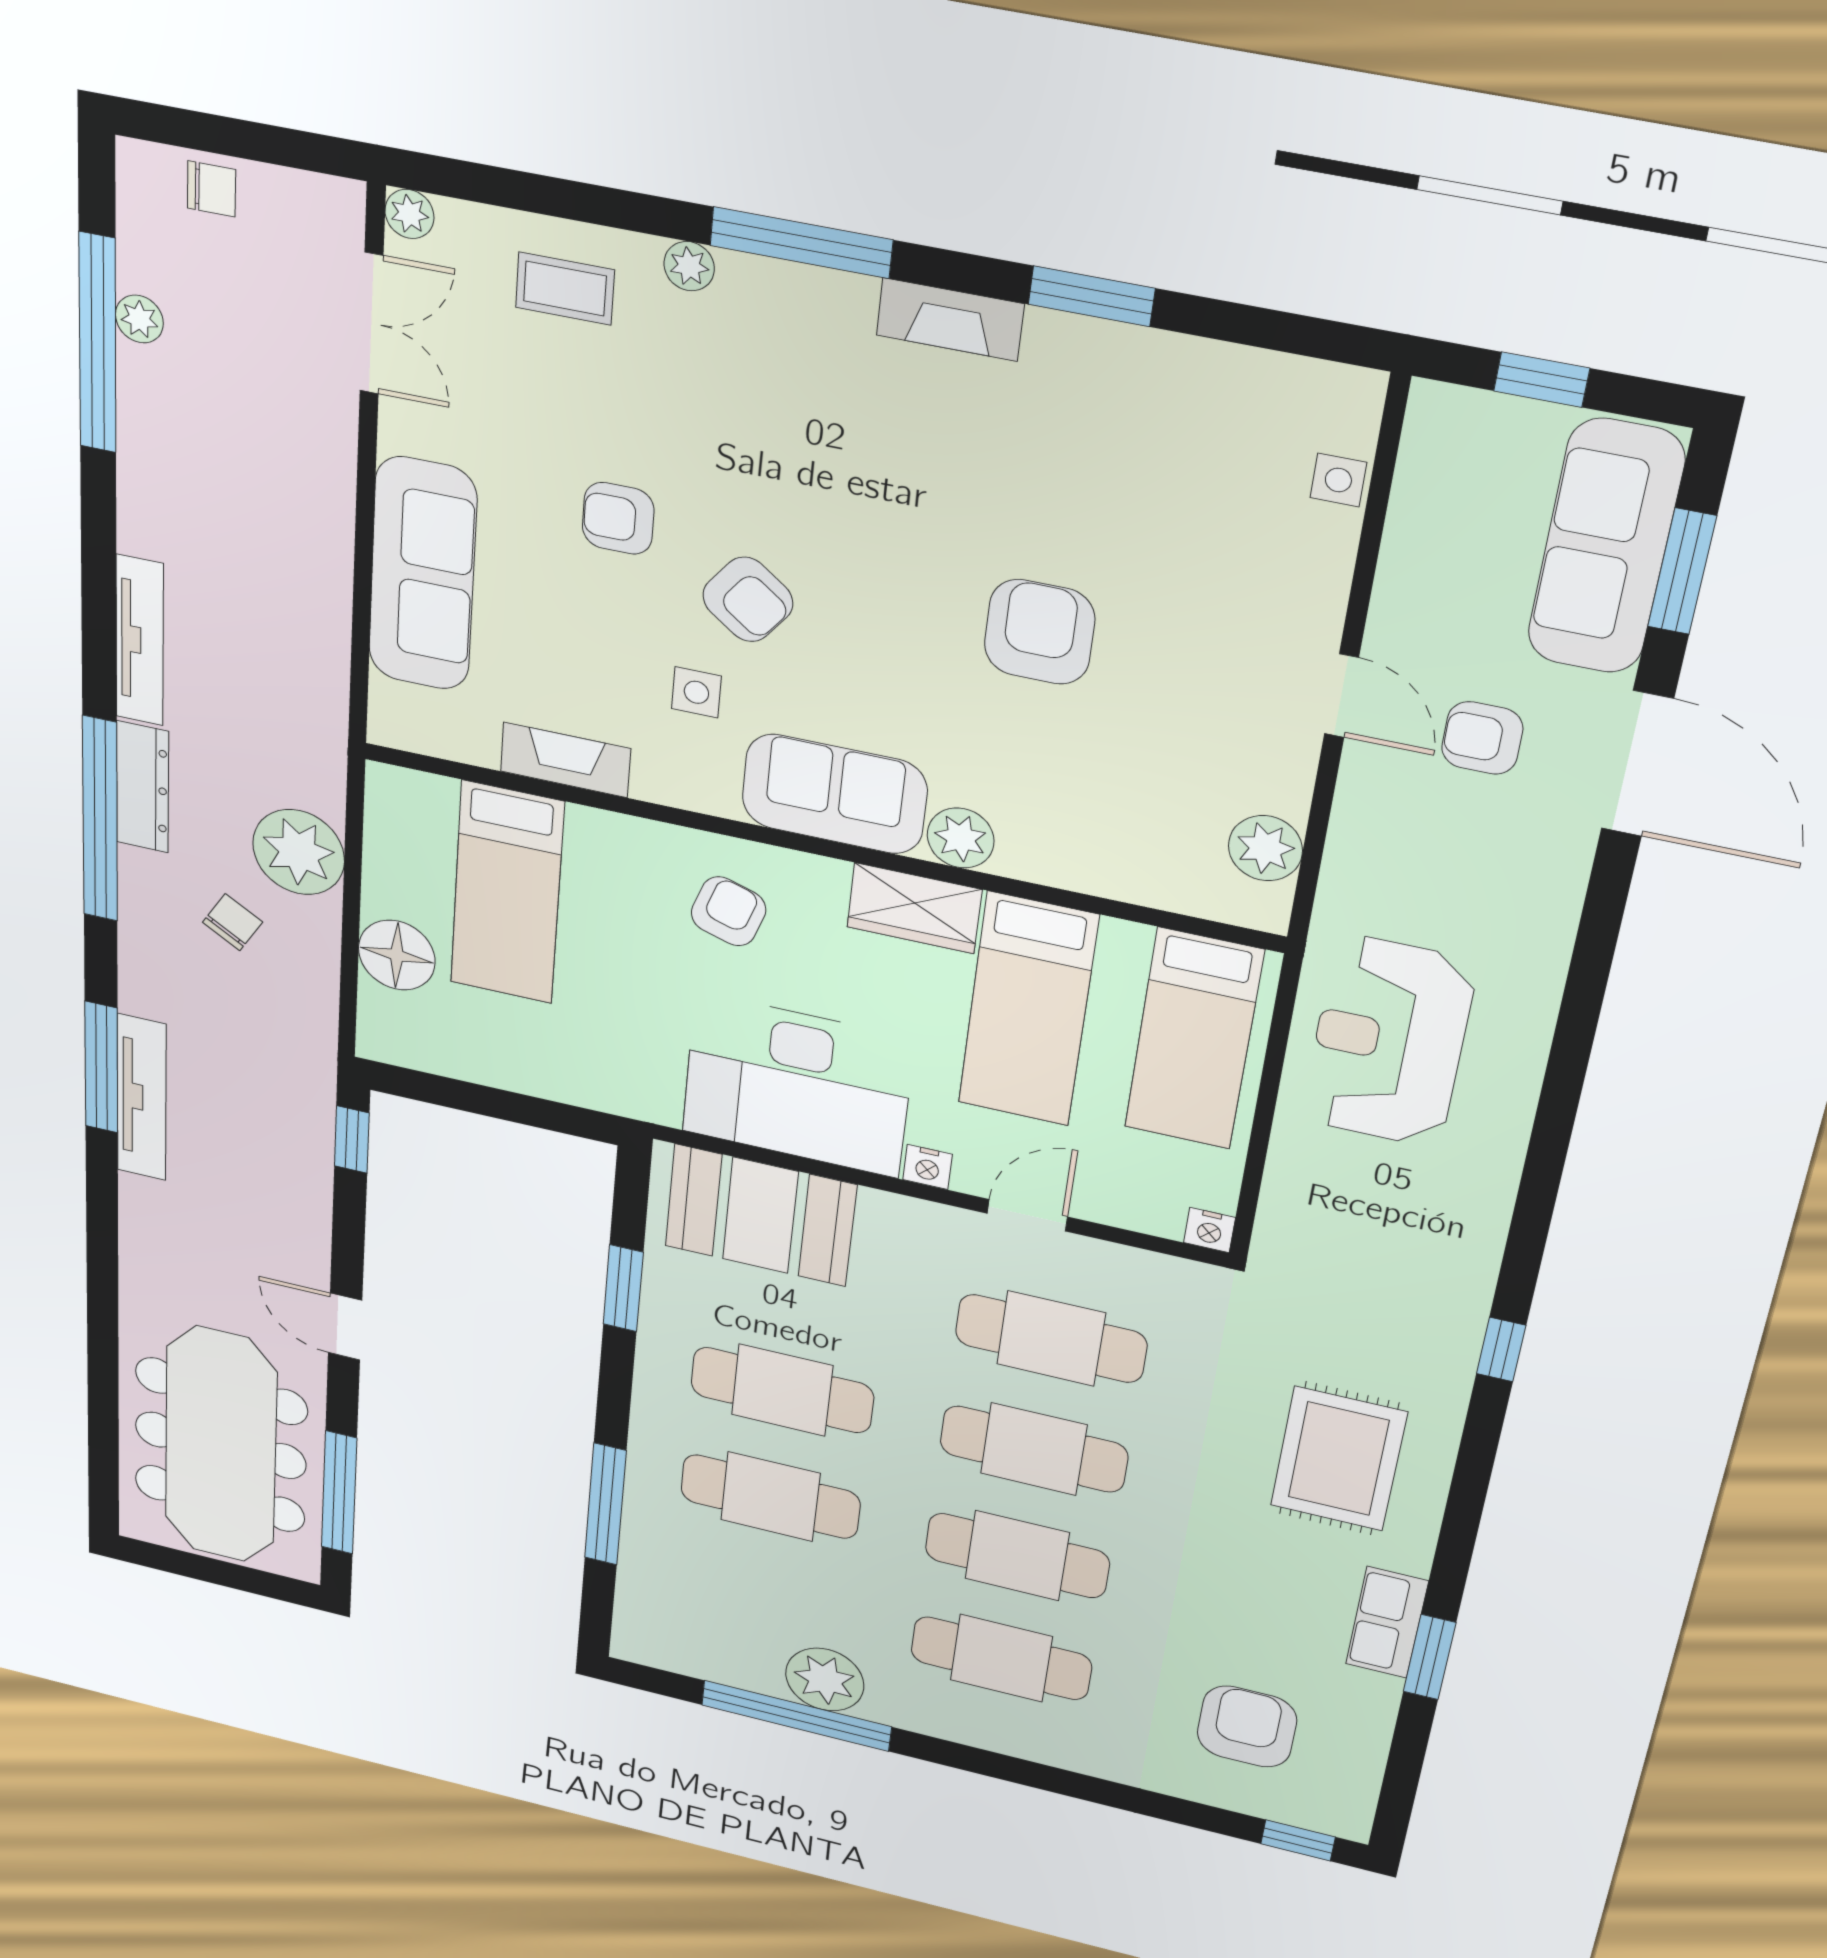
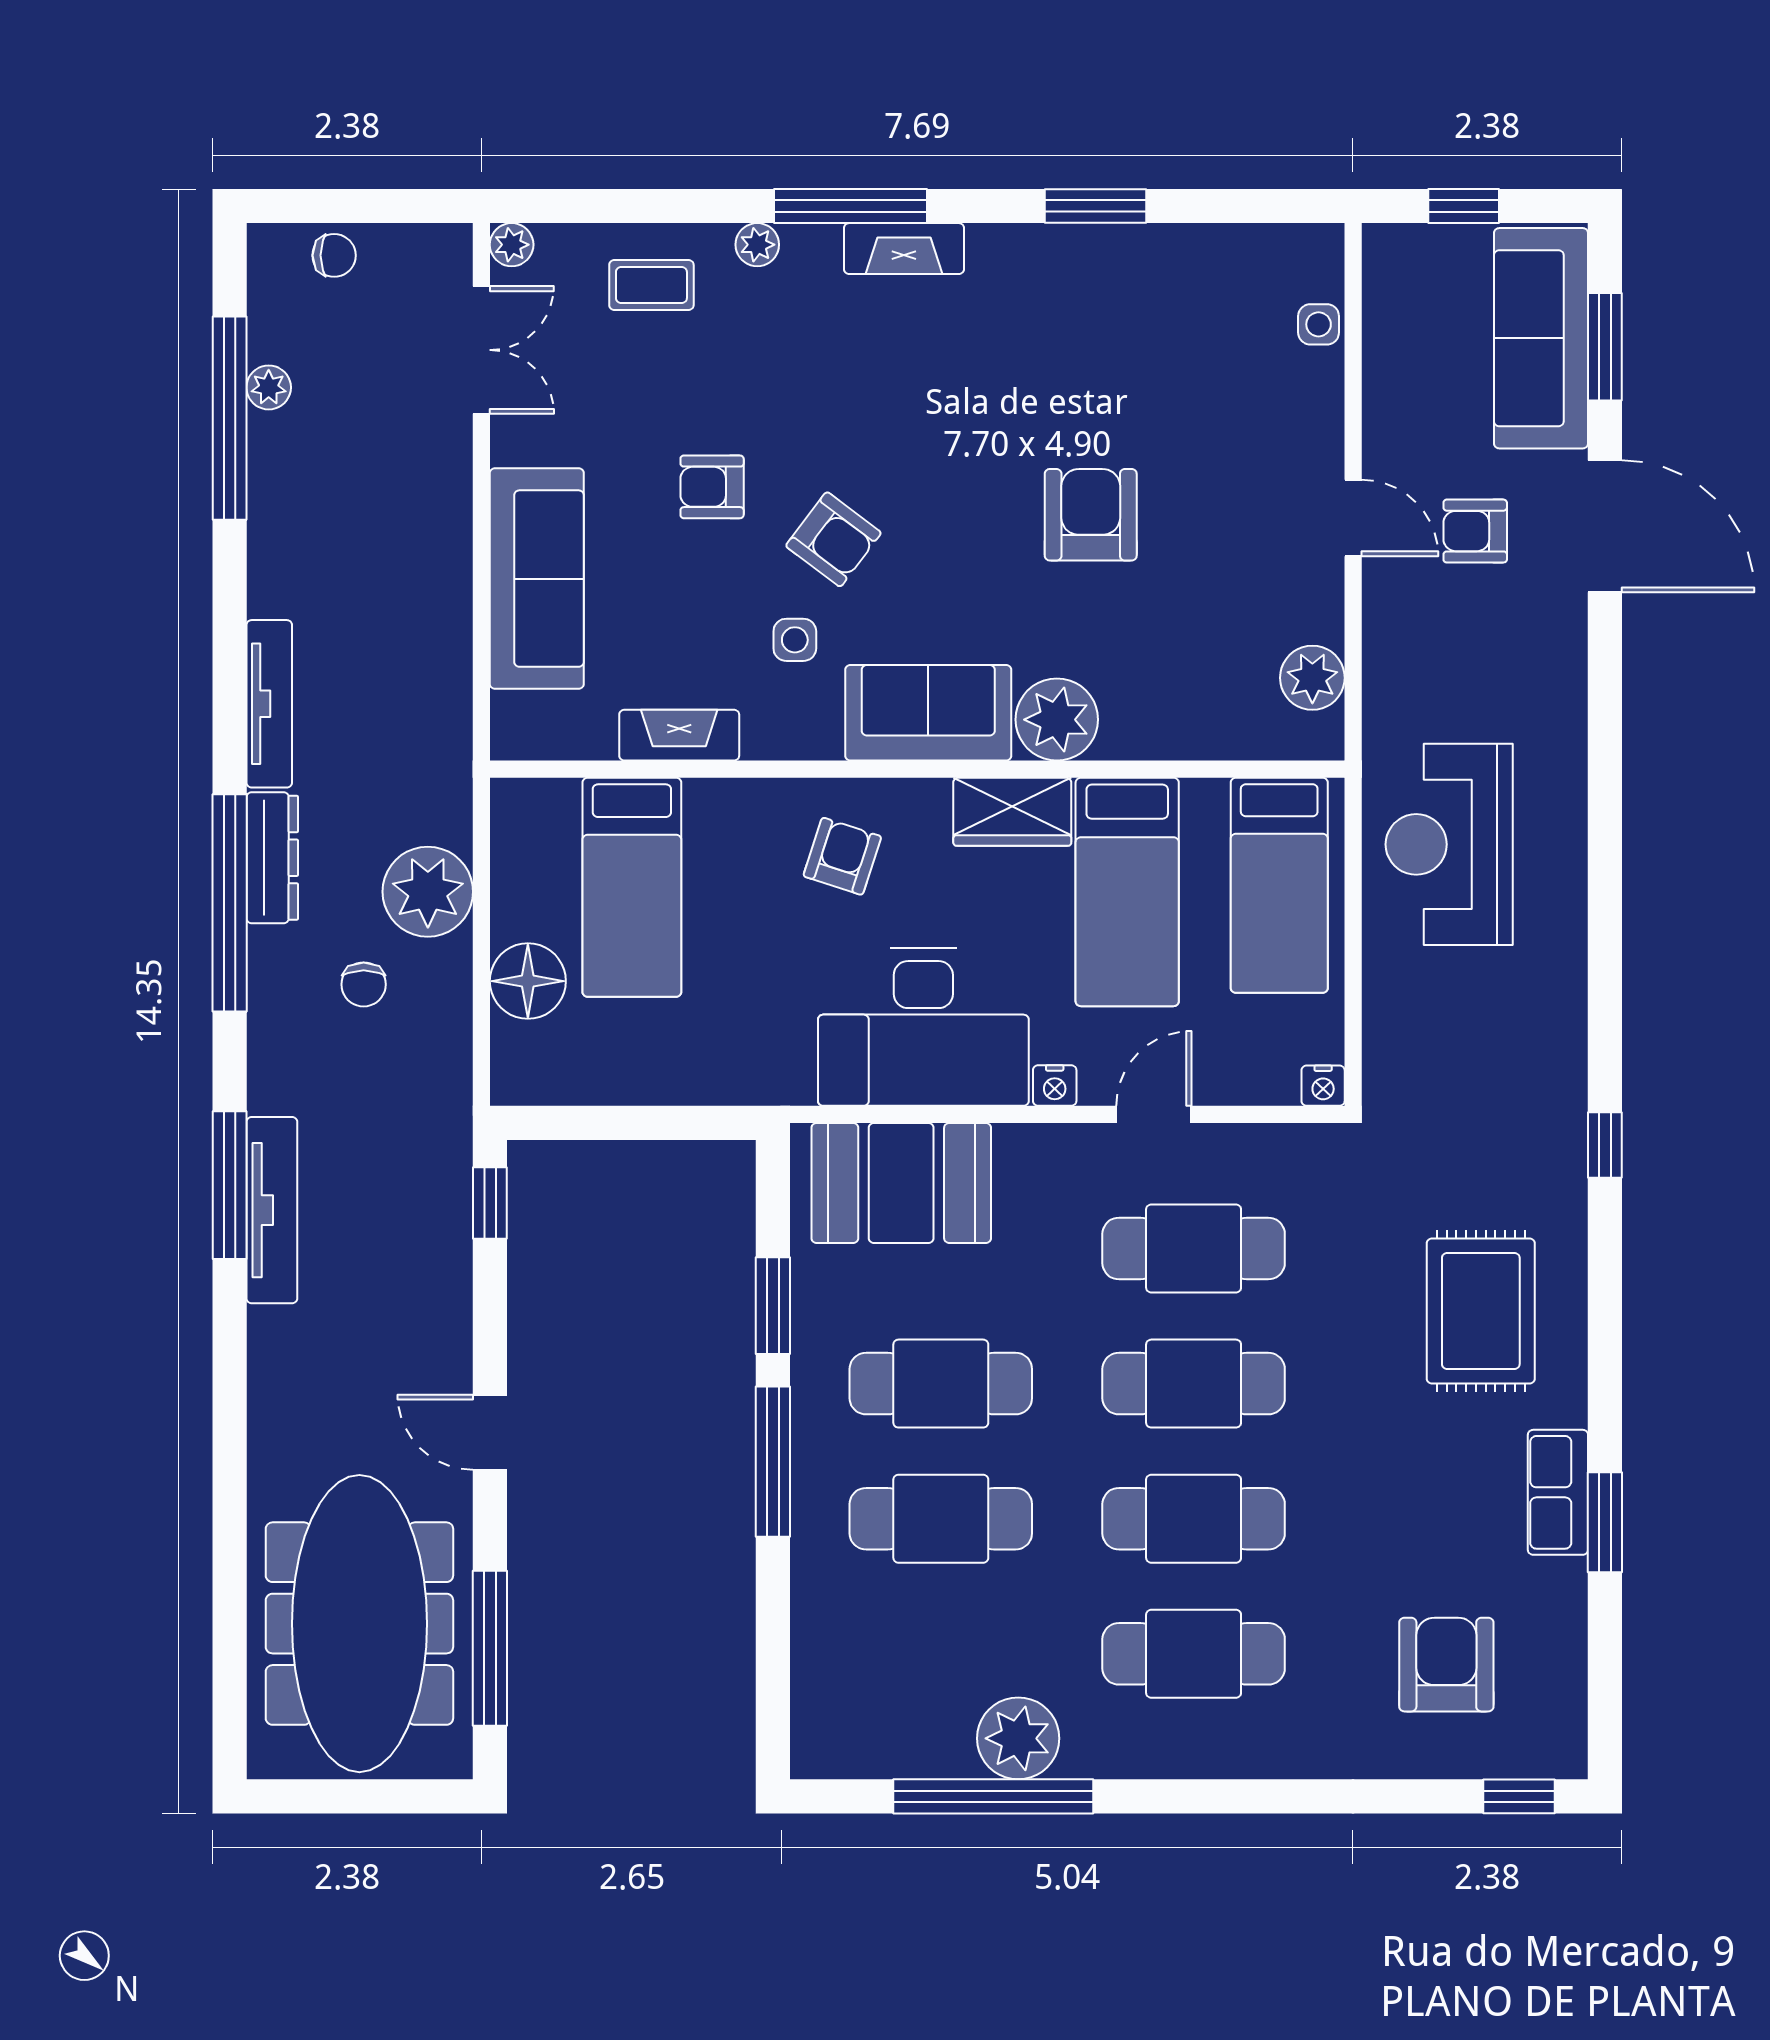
fireplace: (950, 320) -> (904, 249), moved
plant: (961, 838) -> (1057, 720), width x1.36, depth x1.36
chair: (233, 922) -> (364, 984), turned 149
window: (605, 1504) -> (773, 1462), moved

